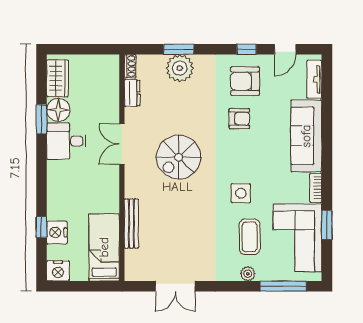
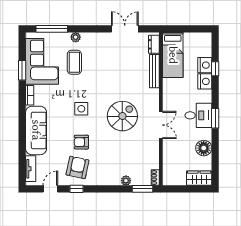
window: (179, 49) -> (142, 189), moved
plant: (180, 68) -> (126, 181), width x0.53, depth x0.53
wardrobe: (57, 78) -> (199, 178), moved, turned 90
armchair: (245, 81) -> (77, 167), turned -78
dresser: (132, 93) -> (154, 44), moved
window: (41, 119) -> (215, 118), moved
desk: (66, 141) -> (198, 115), moved
side table: (241, 193) -> (81, 109), moved
nightstand: (58, 271) -> (205, 81), moved, turned 90

